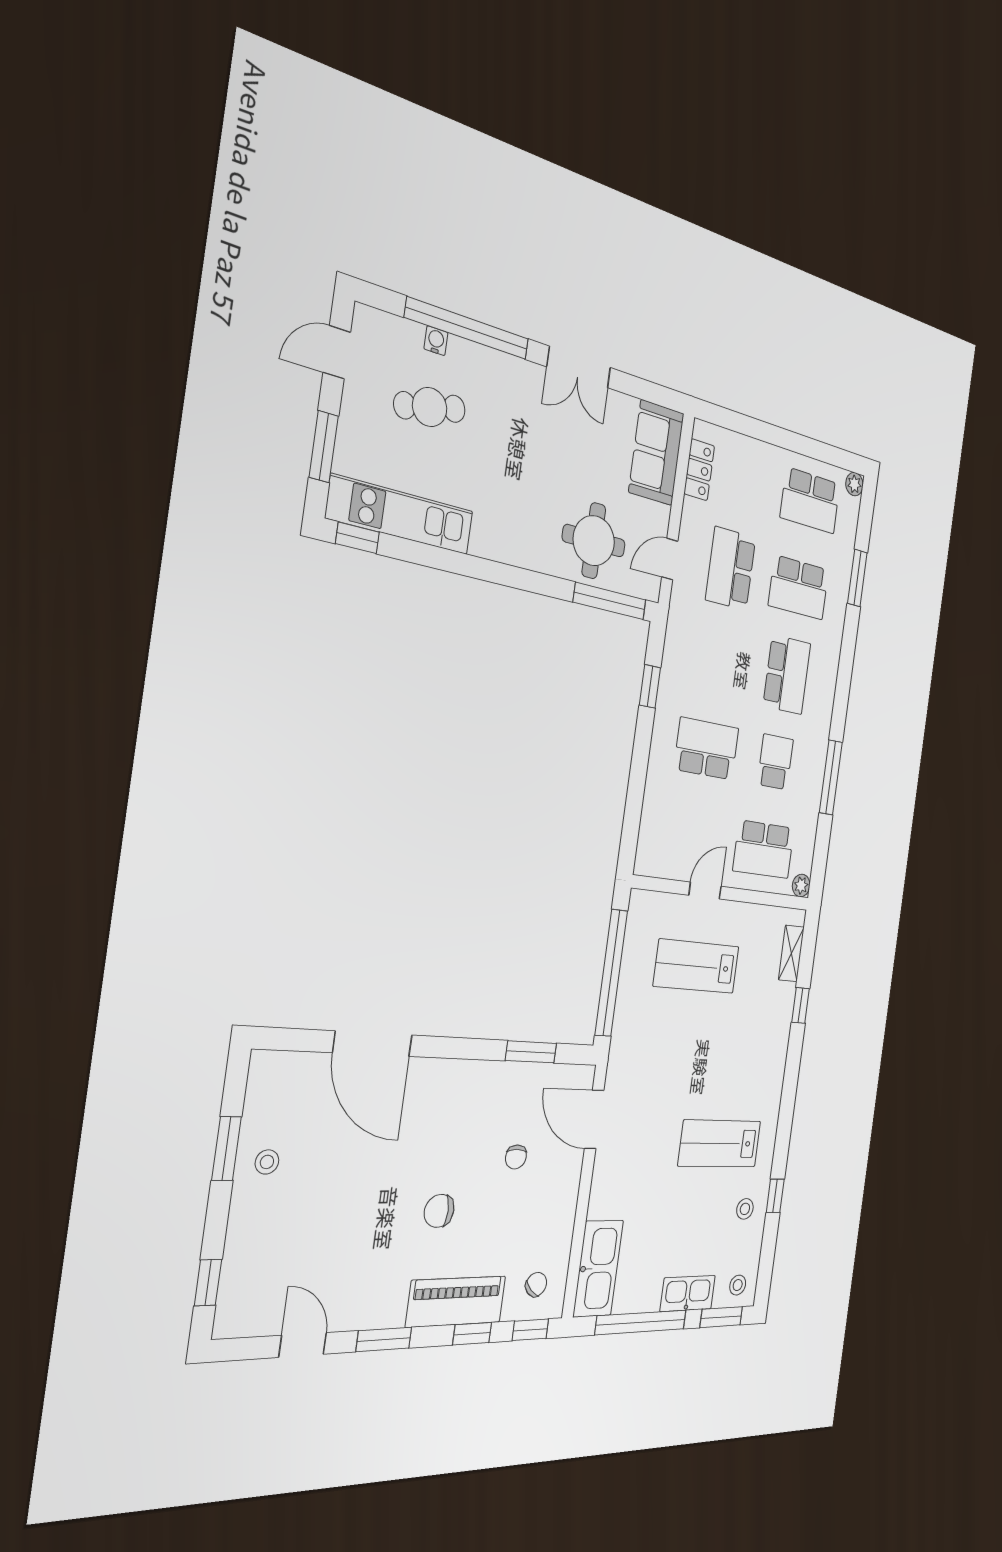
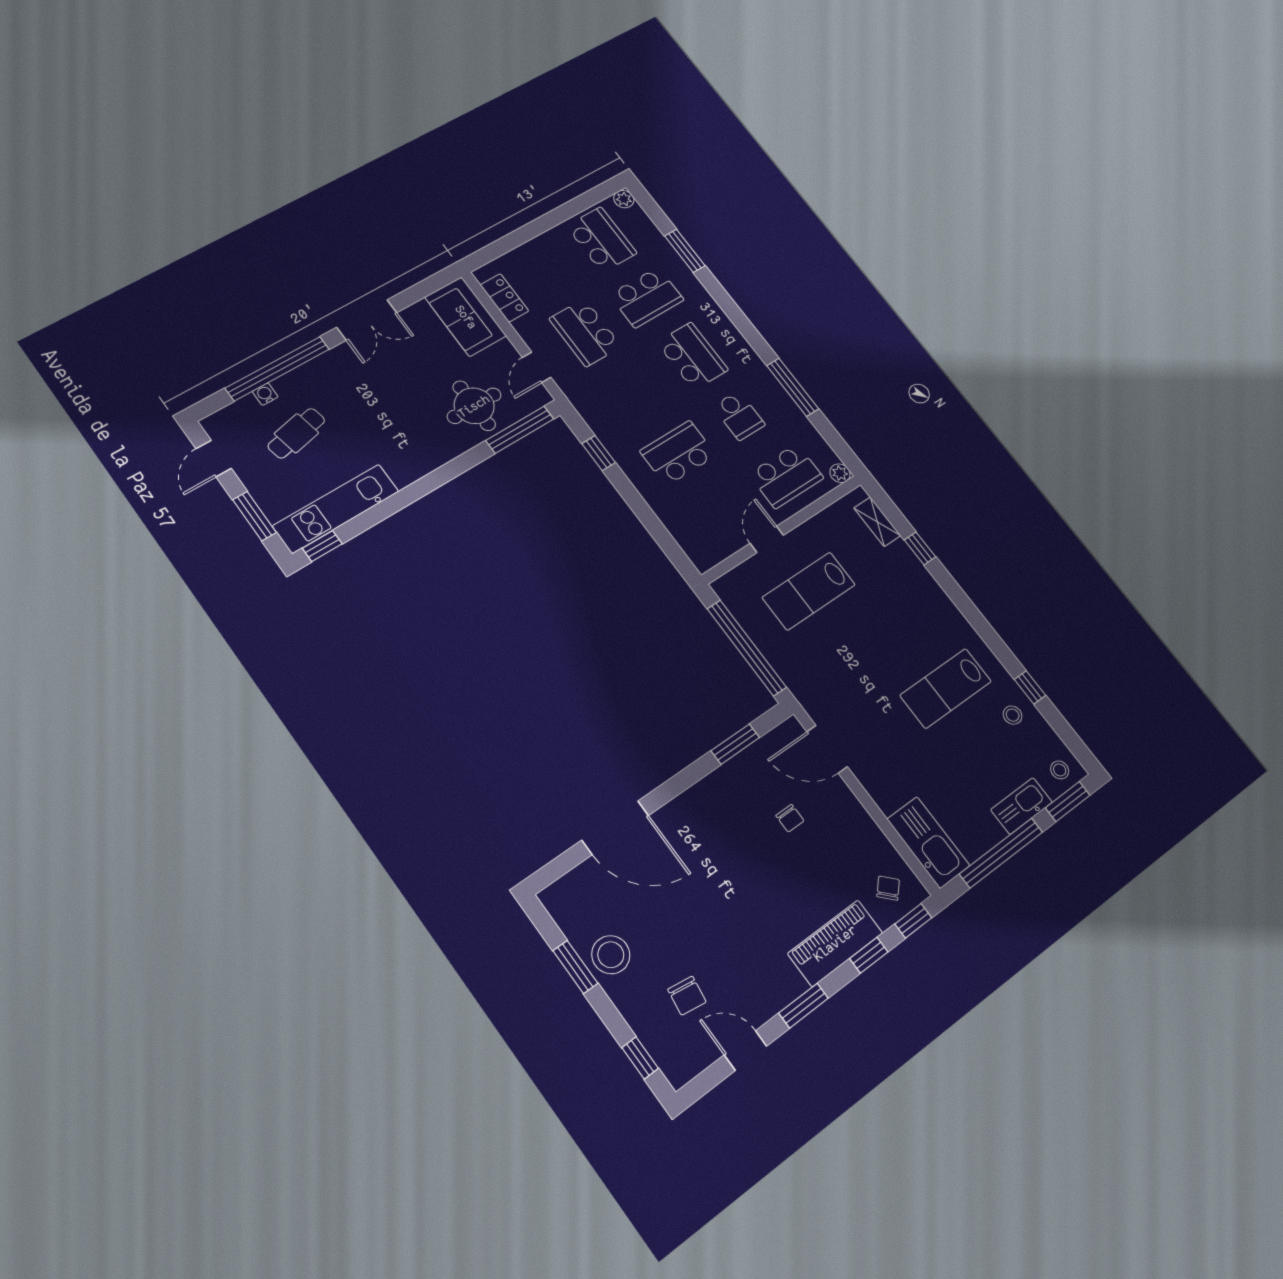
school desk: (810, 501) -> (601, 240), turned -90
school desk: (775, 762) -> (739, 416), turned 180
stool: (267, 1162) -> (611, 955), width x1.89, depth x1.89
chair: (439, 1211) -> (687, 996), moved, turned -82

